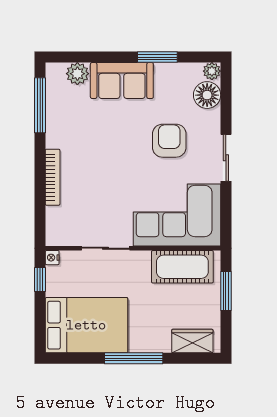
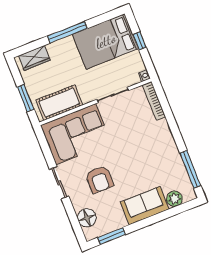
window: (157, 57) -> (111, 236), moved
plant: (212, 71) -> (90, 234), removed
bookcase: (53, 177) -> (154, 101), moved
window: (40, 280) -> (139, 41), moved

